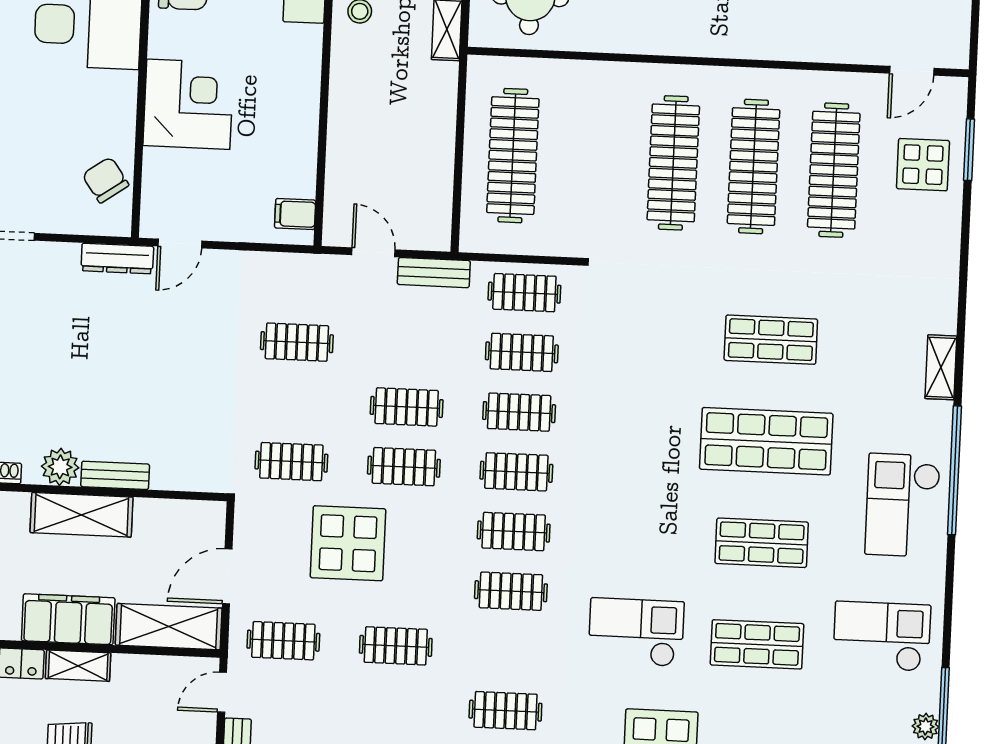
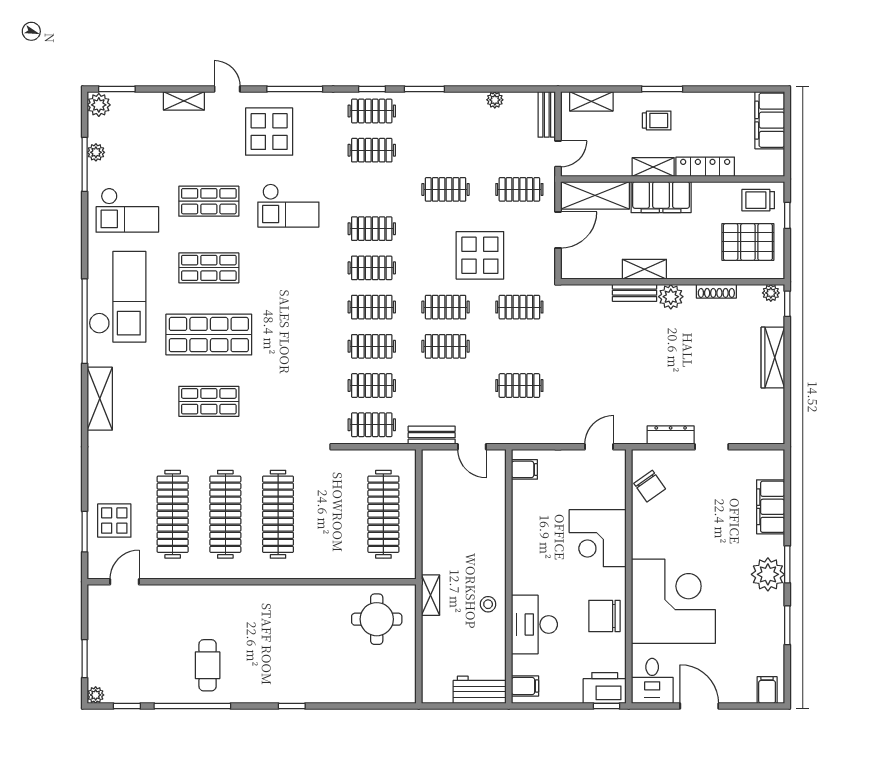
dresser: (117, 259) -> (671, 435), moved
shelving: (941, 367) -> (100, 399), width x1.50, depth x1.33
checkout: (903, 505) -> (117, 297), width x1.36, depth x1.21
shelving: (81, 515) -> (644, 269), width x0.67, depth x0.75

